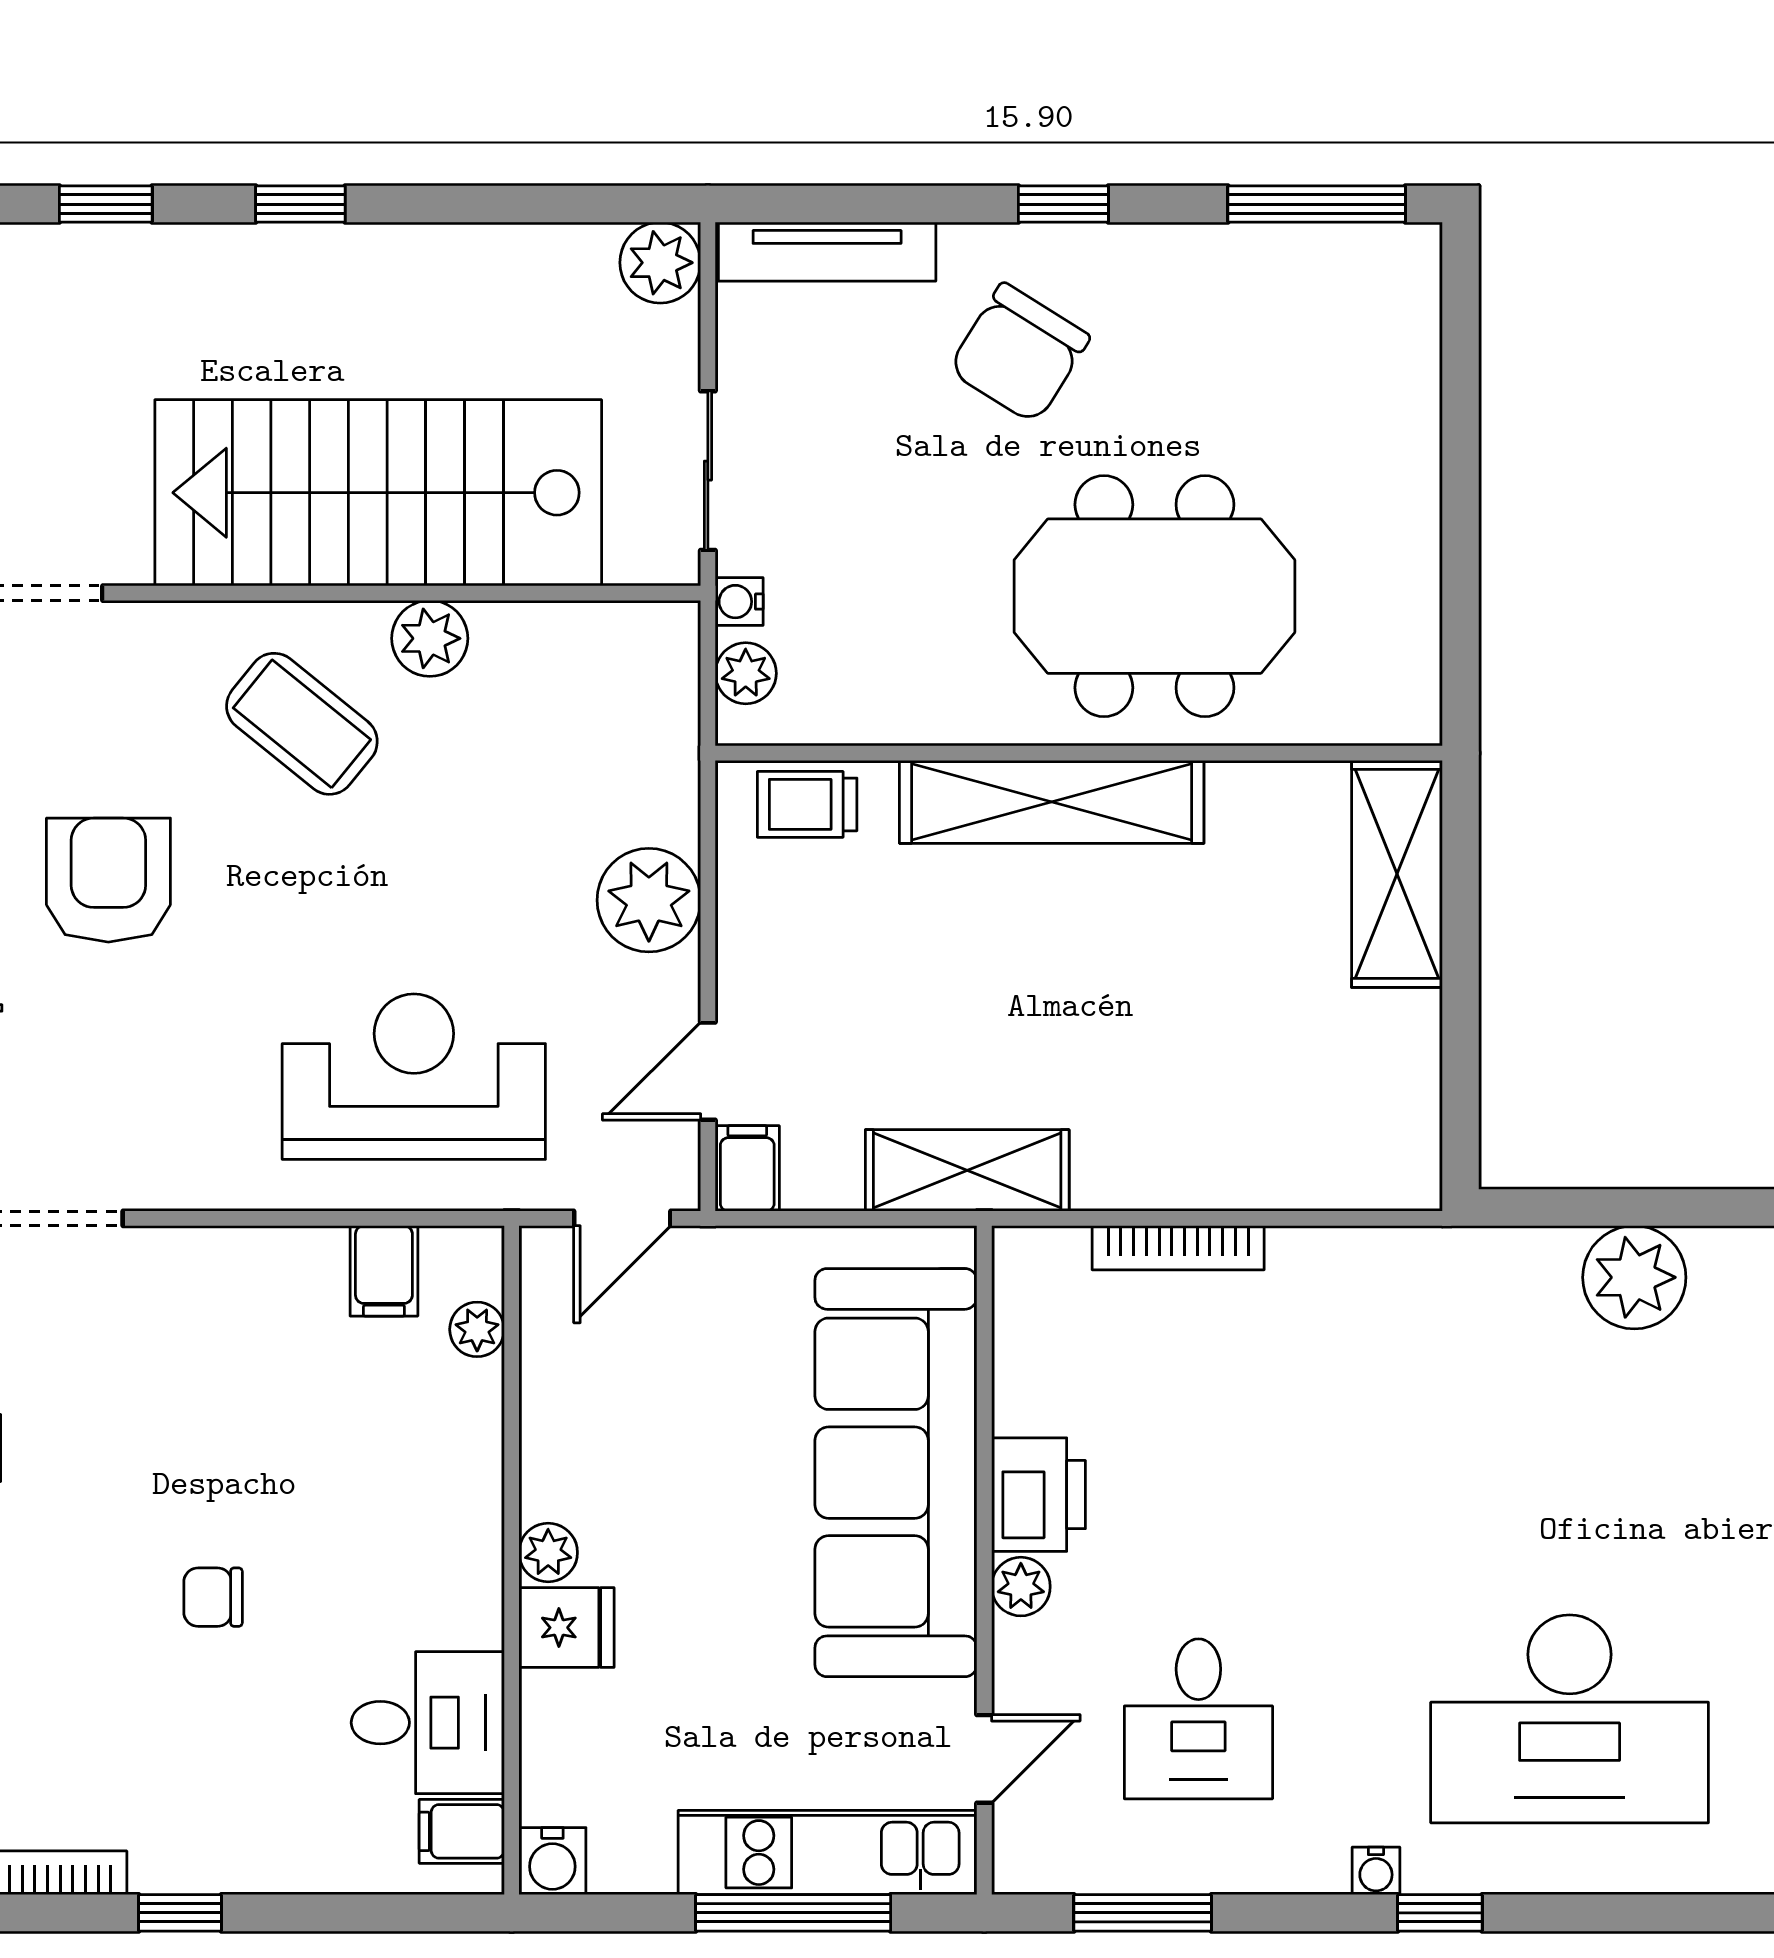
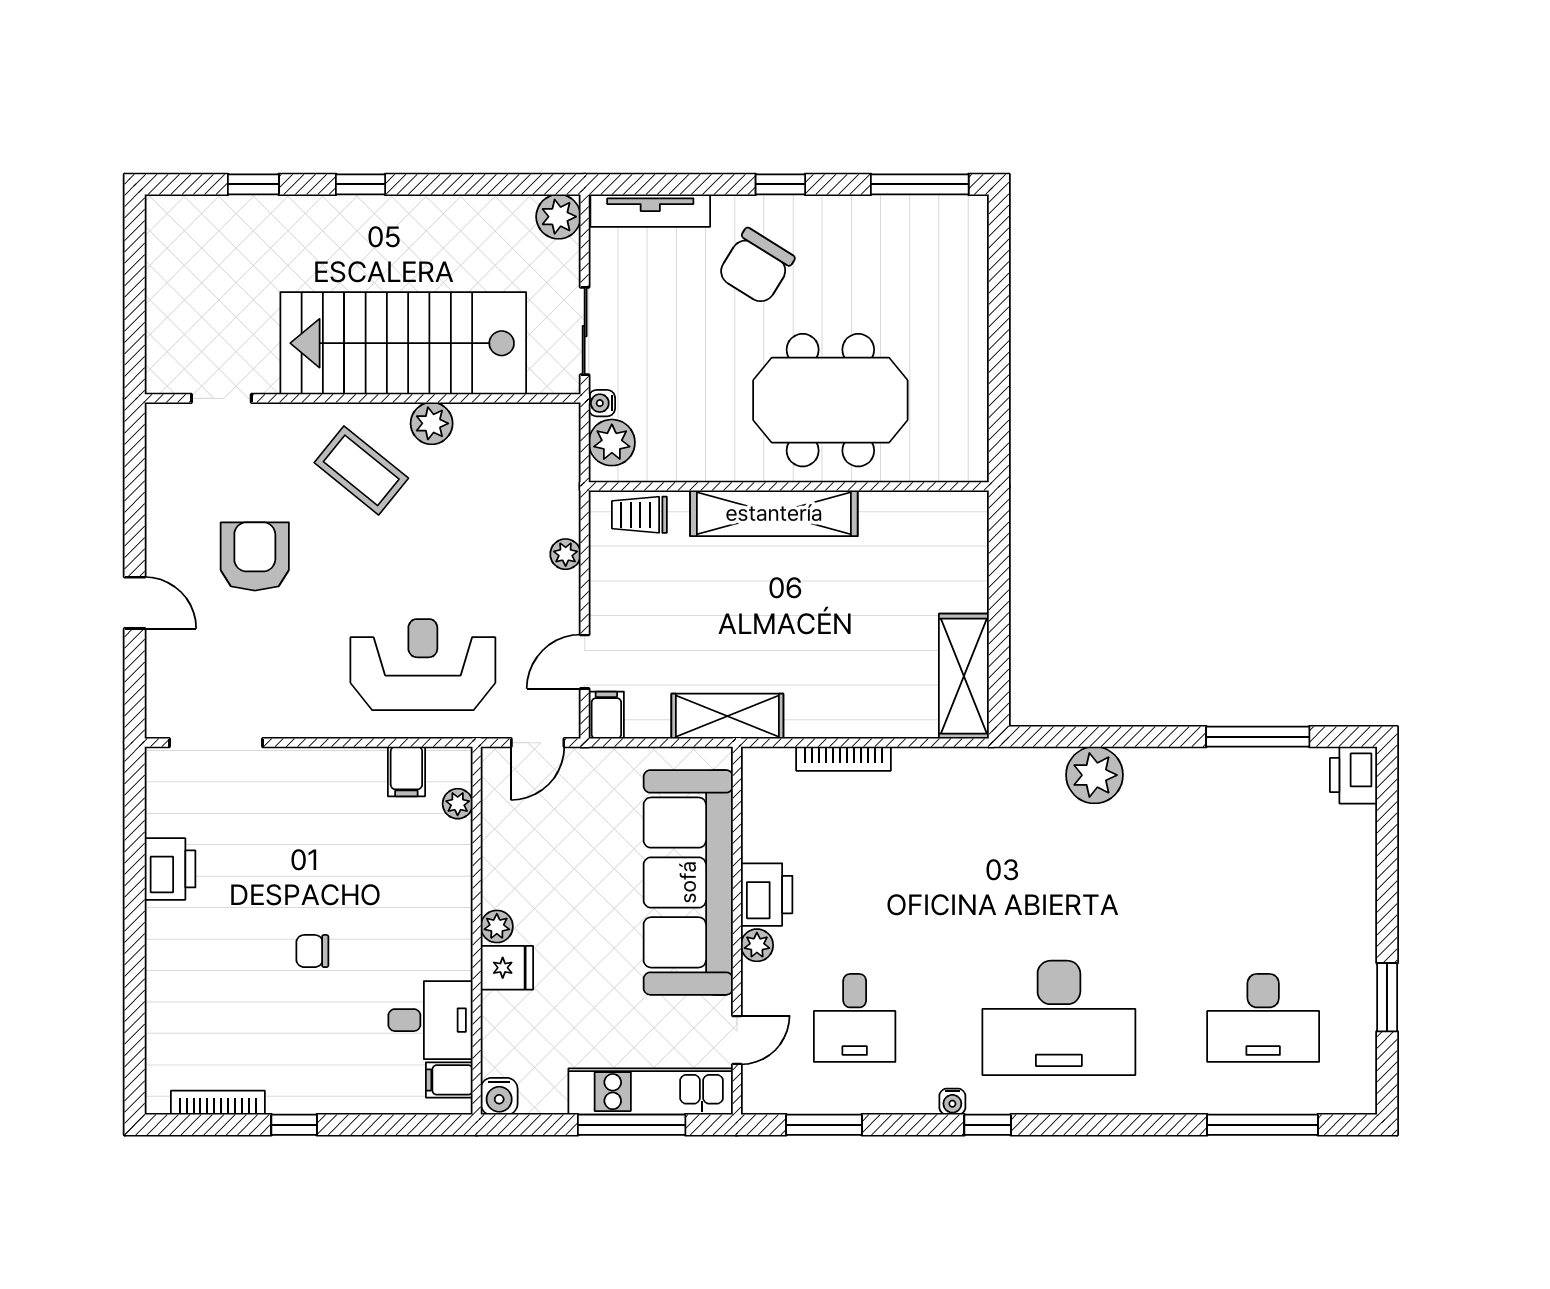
plant: (746, 673) -> (612, 443), width x1.38, depth x1.38
shelving: (1397, 874) -> (964, 676), moved
plant: (649, 900) -> (566, 554), width x0.53, depth x0.53

